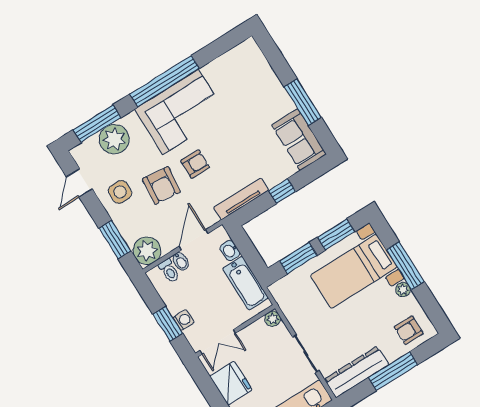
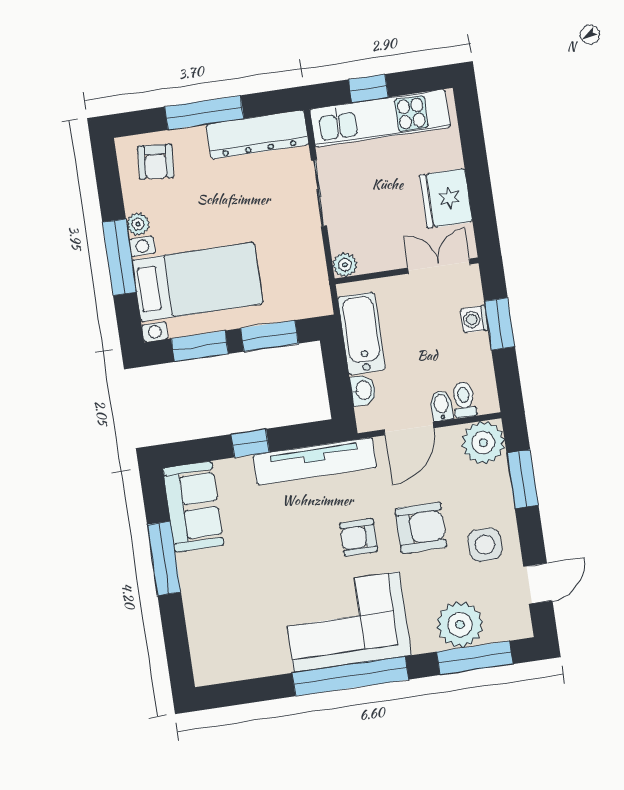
armchair: (161, 185) -> (421, 528), turned 84
tv unit: (241, 199) -> (315, 461), width x1.36, depth x1.29
armchair: (409, 330) -> (156, 162), turned 95

